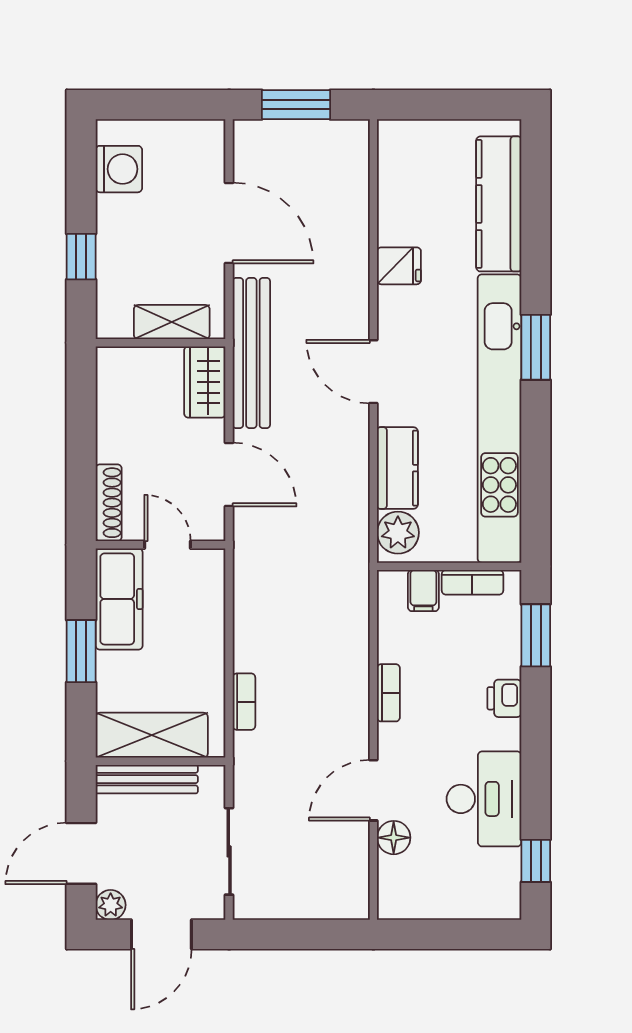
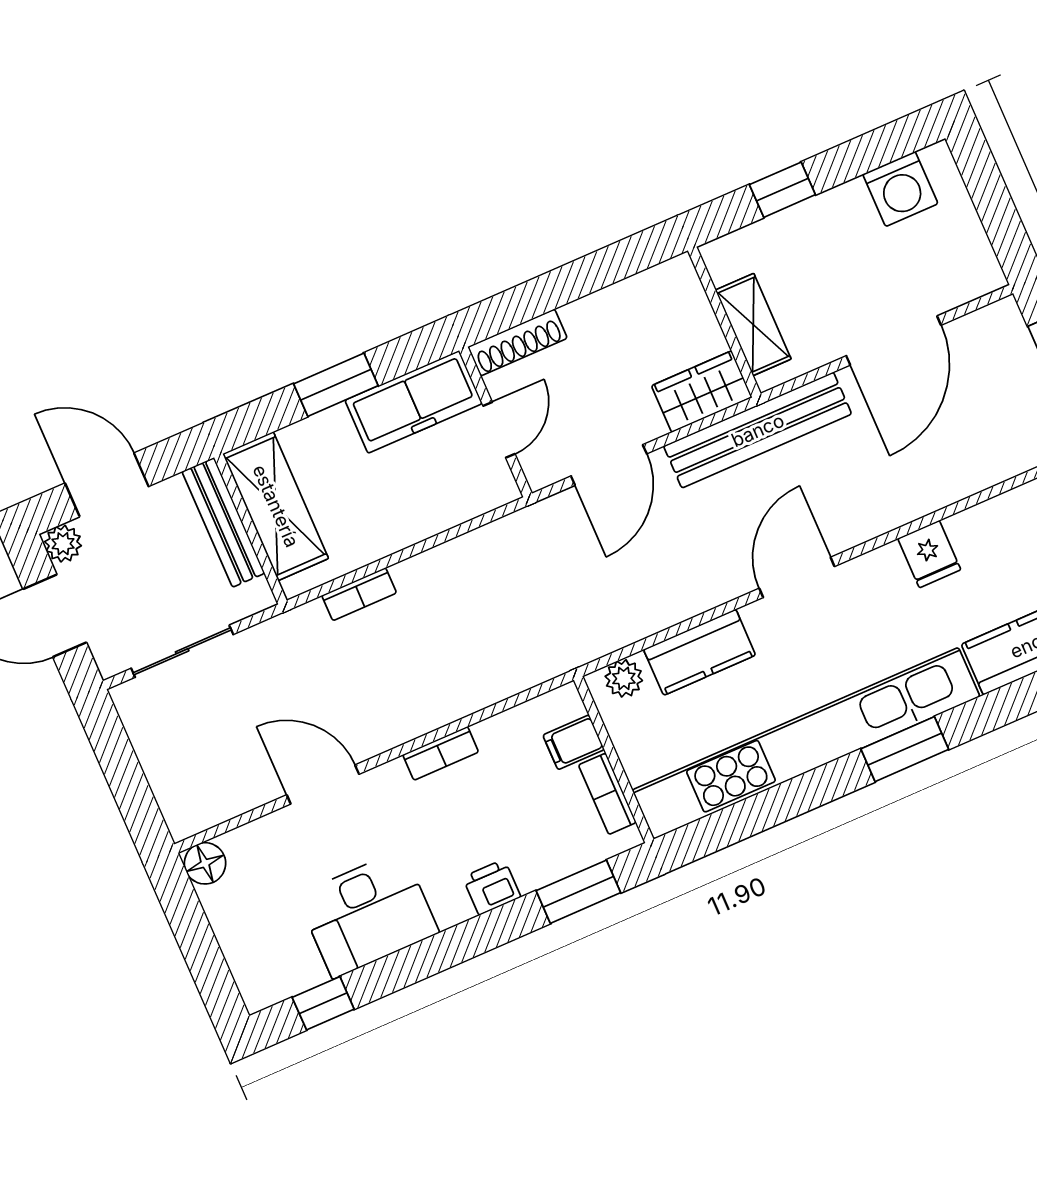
plant: (398, 533) -> (624, 678), width x0.73, depth x0.73
floor lamp: (394, 838) -> (205, 863), moved

